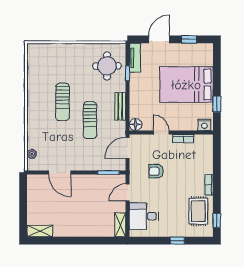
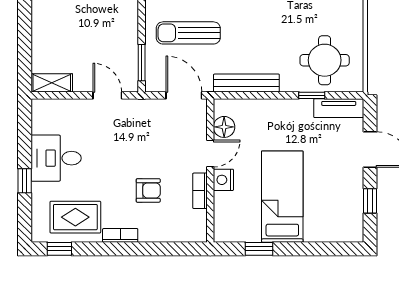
bed: (186, 85) -> (282, 197), width x0.67
bench: (120, 106) -> (246, 83), width x1.36
sun lounger: (90, 120) -> (188, 33), moved
floor lamp: (136, 124) -> (224, 127), moved
nightstand: (204, 125) -> (223, 180), moved
armchair: (156, 171) -> (148, 190), moved, turned 90
desk: (144, 216) -> (56, 158), moved, turned -90

